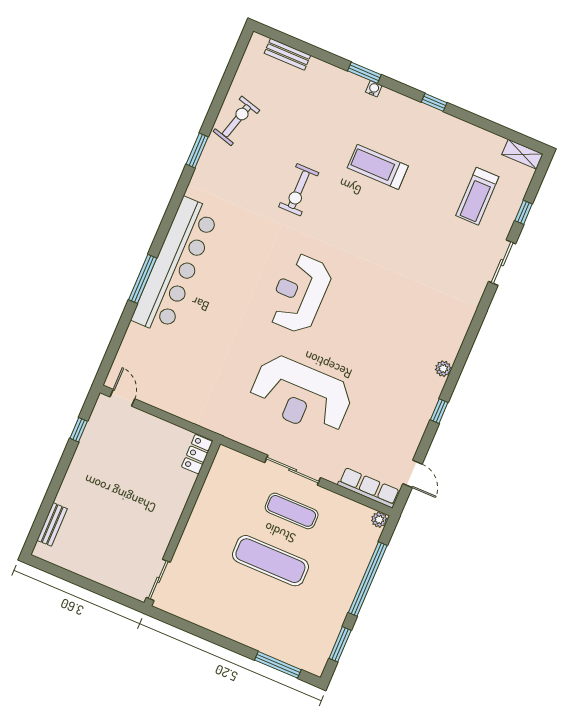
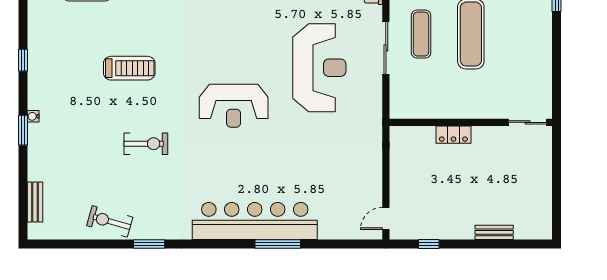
treadmill: (378, 167) -> (129, 68), moved, turned -90
locker: (197, 454) -> (453, 135), moved
bench: (52, 524) -> (494, 232), moved

